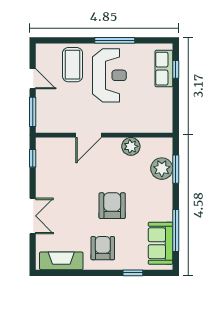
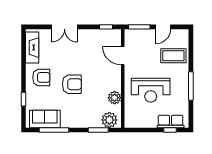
reception desk: (109, 75) -> (151, 90), moved
door: (89, 135) -> (123, 56), moved
plant: (162, 169) -> (109, 120), moved

